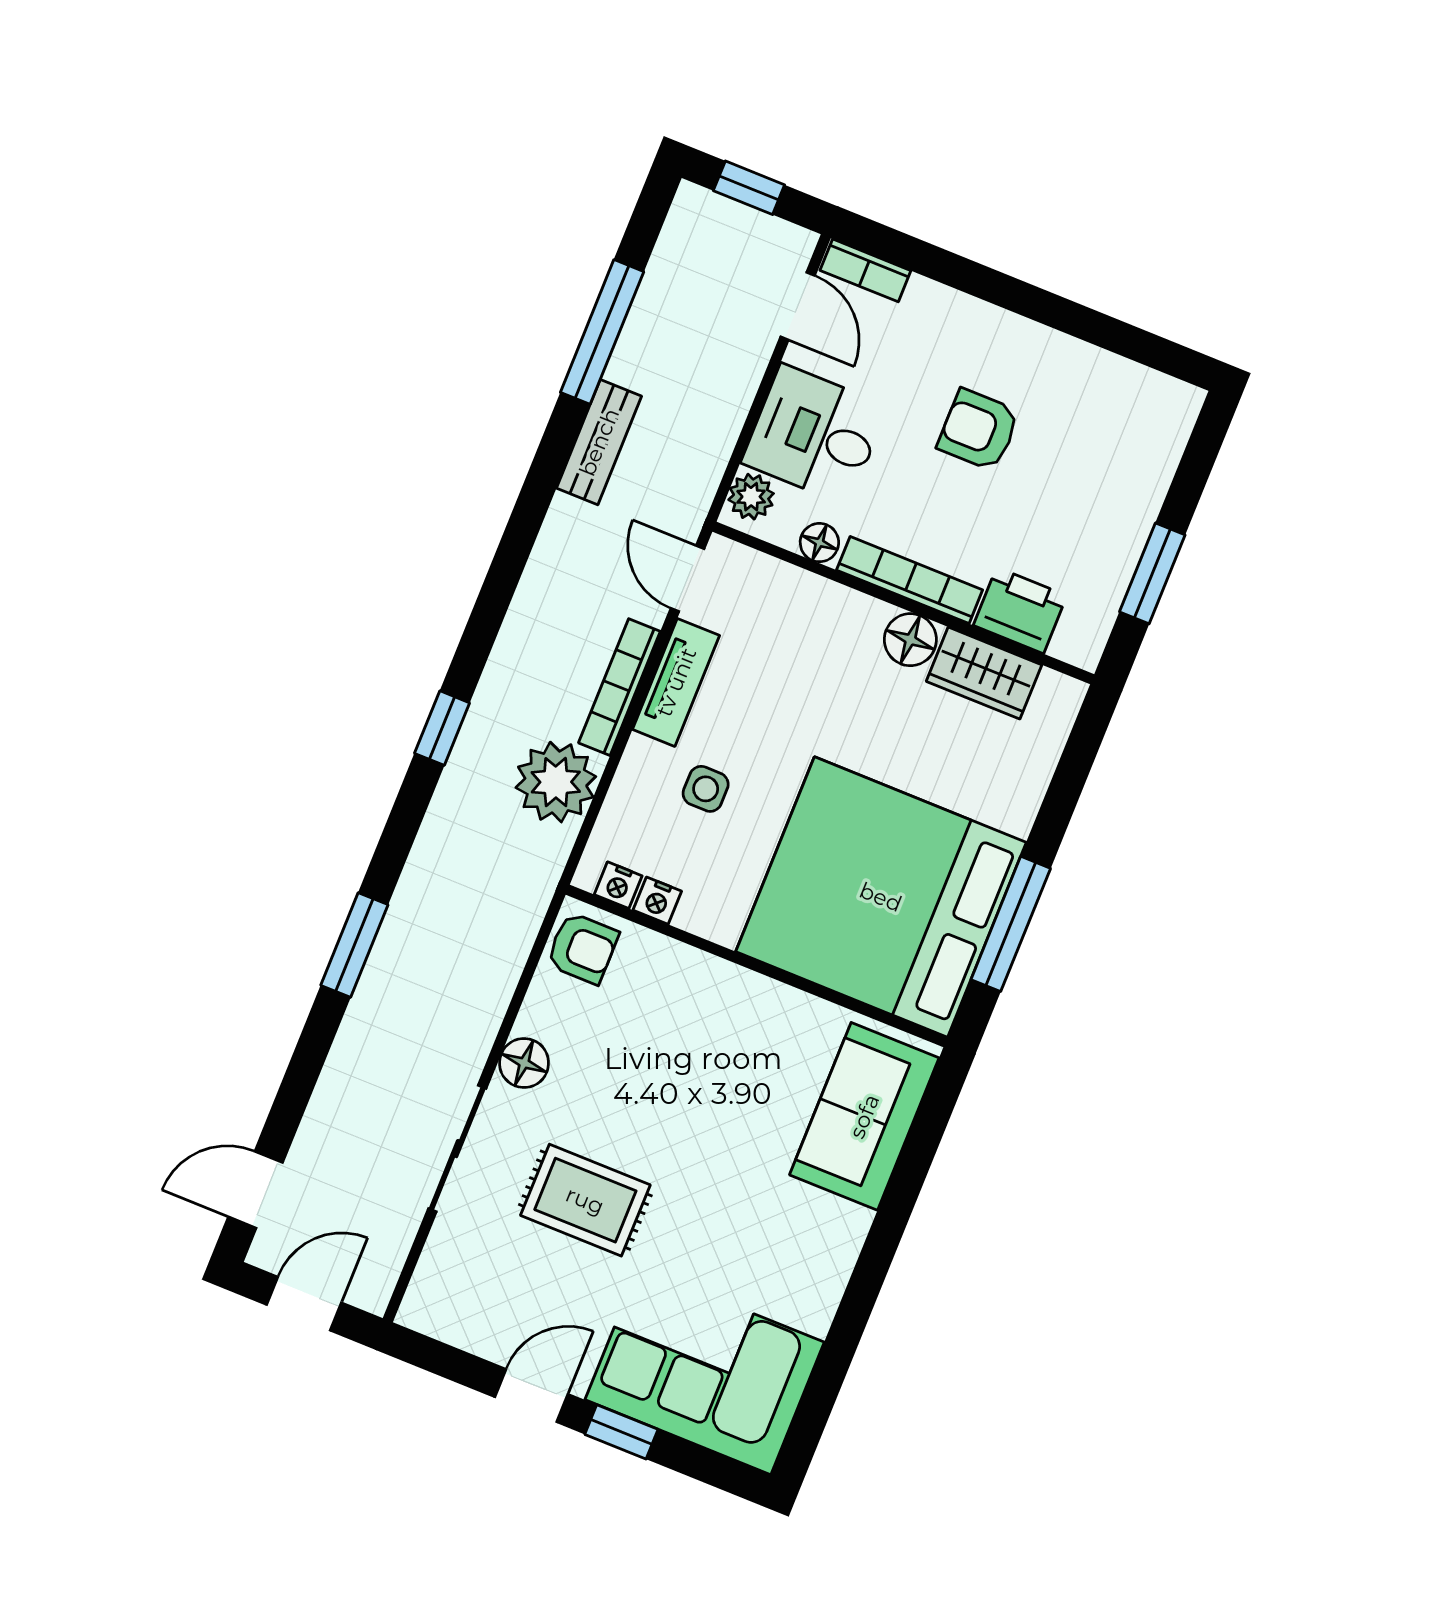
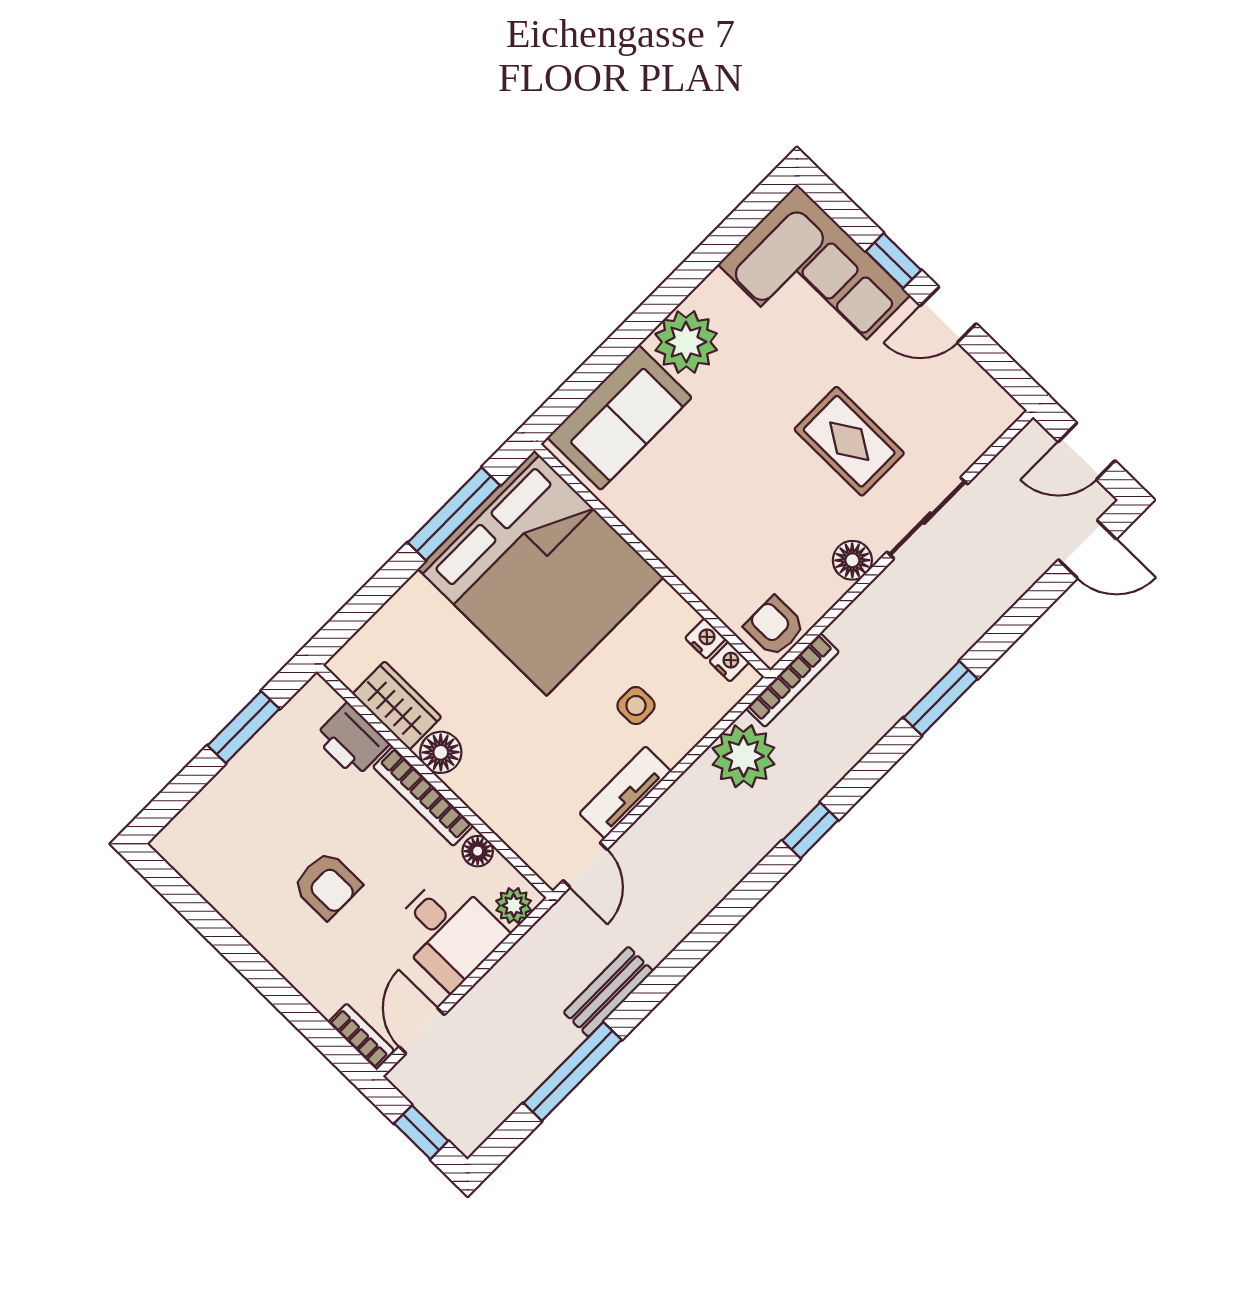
bookcase: (619, 687) -> (793, 680), moved
plant: (823, 1237) -> (686, 342), added

